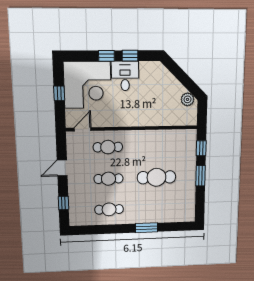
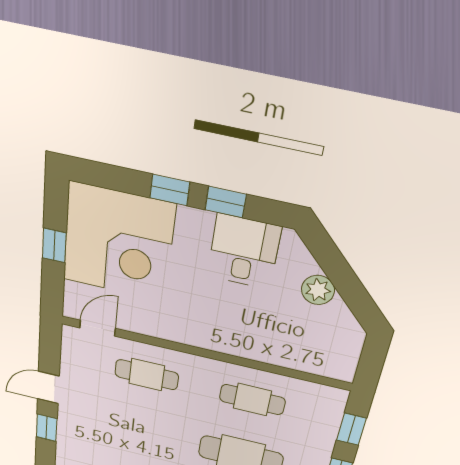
desk: (125, 76) -> (244, 252), moved
plant: (188, 99) -> (318, 290), moved
cafe table: (108, 179) -> (252, 400), moved
window: (64, 203) -> (47, 428), moved

